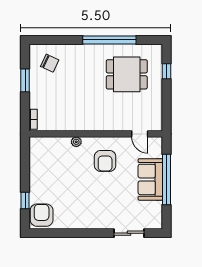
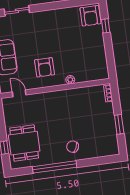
chair: (50, 63) -> (73, 147), moved
dining table: (127, 74) -> (24, 143), moved, turned 90
armchair: (105, 161) -> (45, 67), turned 180

